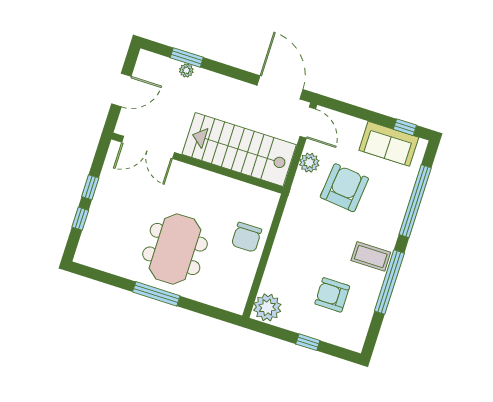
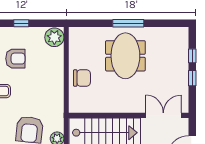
chair: (247, 237) -> (82, 78), turned 90

